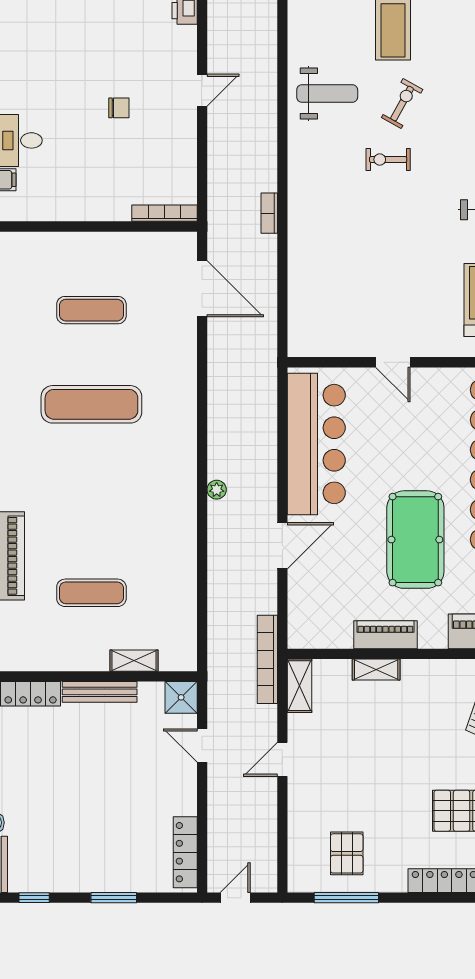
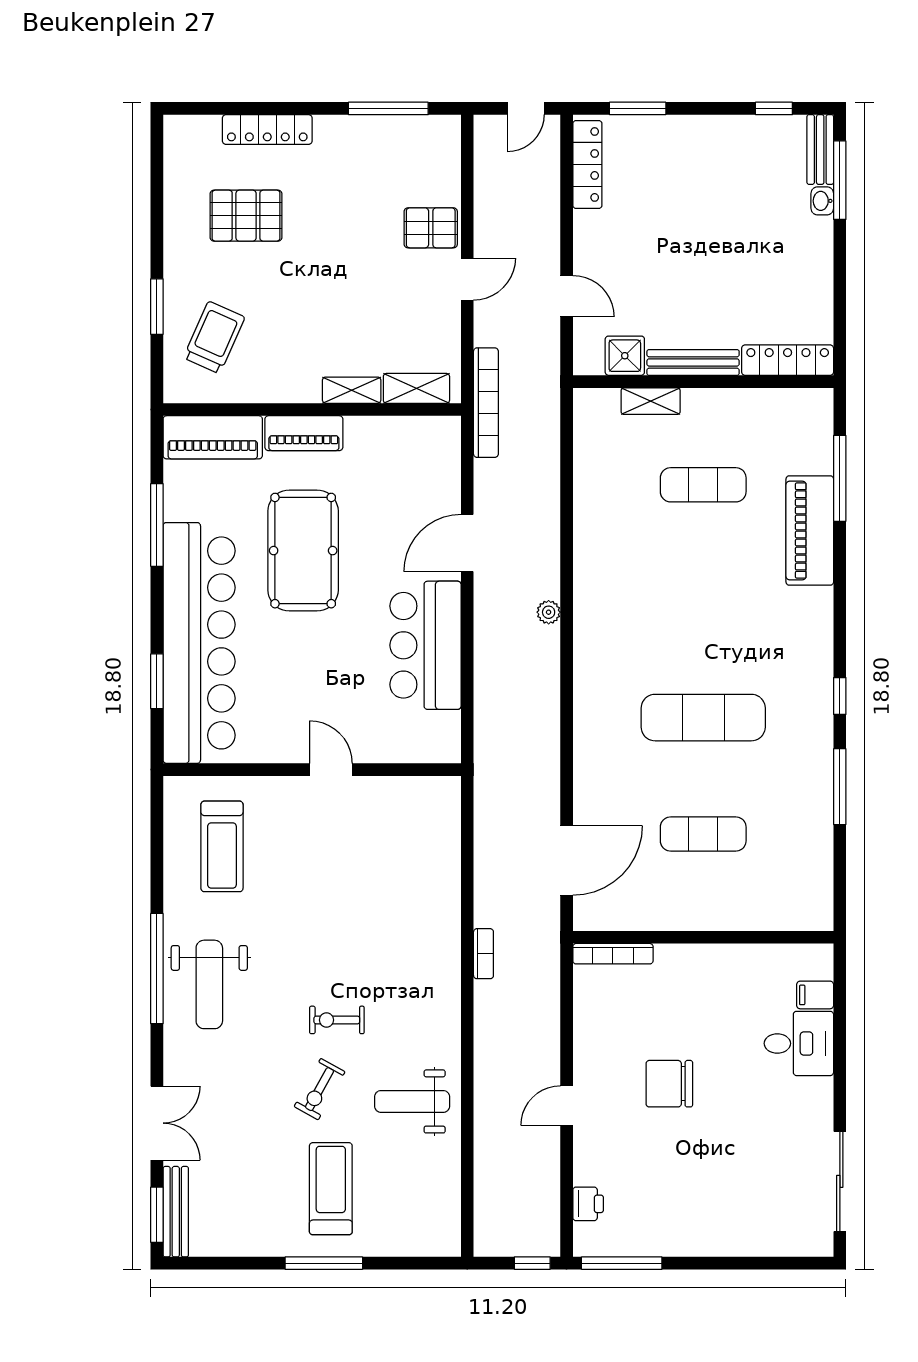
chair: (119, 108) -> (669, 1084), width x1.87, depth x1.87
exercise bike: (388, 160) -> (337, 1020), turned 180
door: (202, 289) -> (567, 860), swing flipped
bar counter: (316, 444) -> (425, 645), width x0.73
piano: (385, 635) -> (304, 433), moved
shelving: (300, 686) -> (416, 388), moved, turned 90
shower: (181, 697) -> (625, 356), moved
pallet: (347, 853) -> (431, 228), moved, turned 90
window: (114, 898) -> (638, 108), moved

